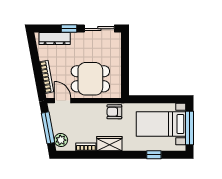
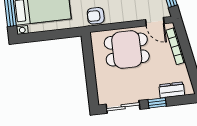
dresser: (55, 38) -> (172, 90), width x0.70
armchair: (114, 112) -> (96, 16), turned 180

